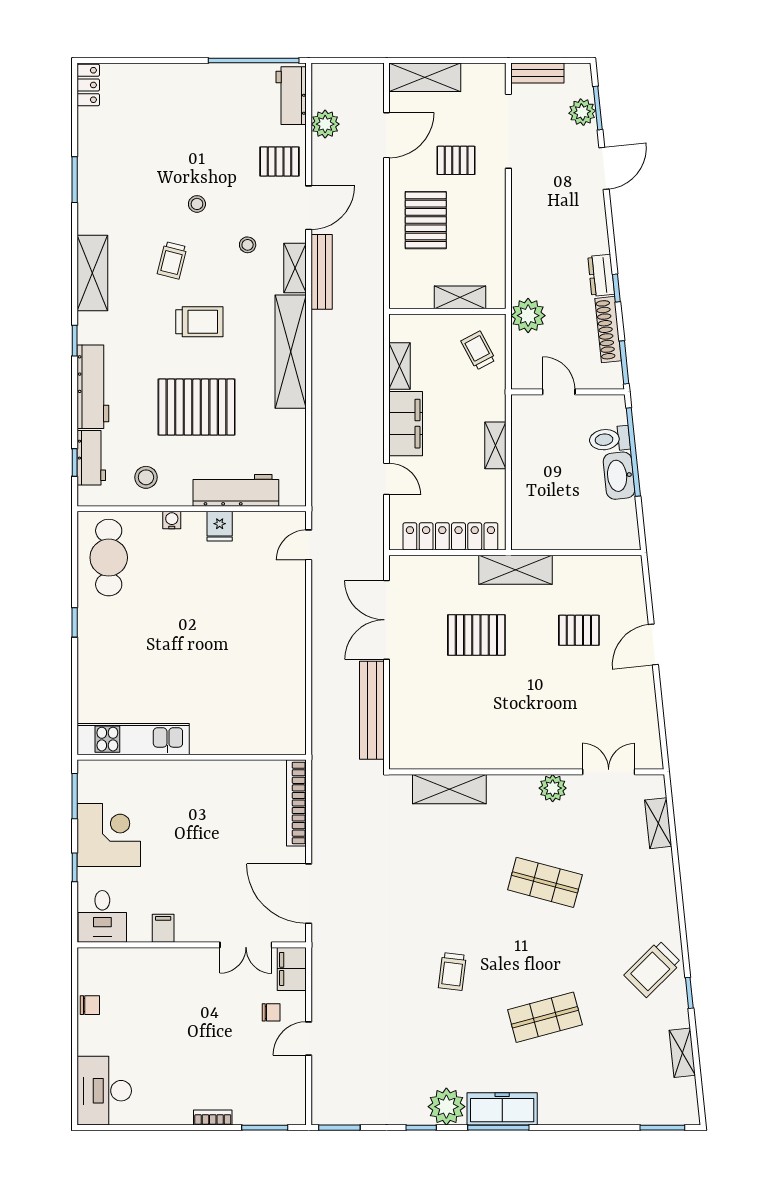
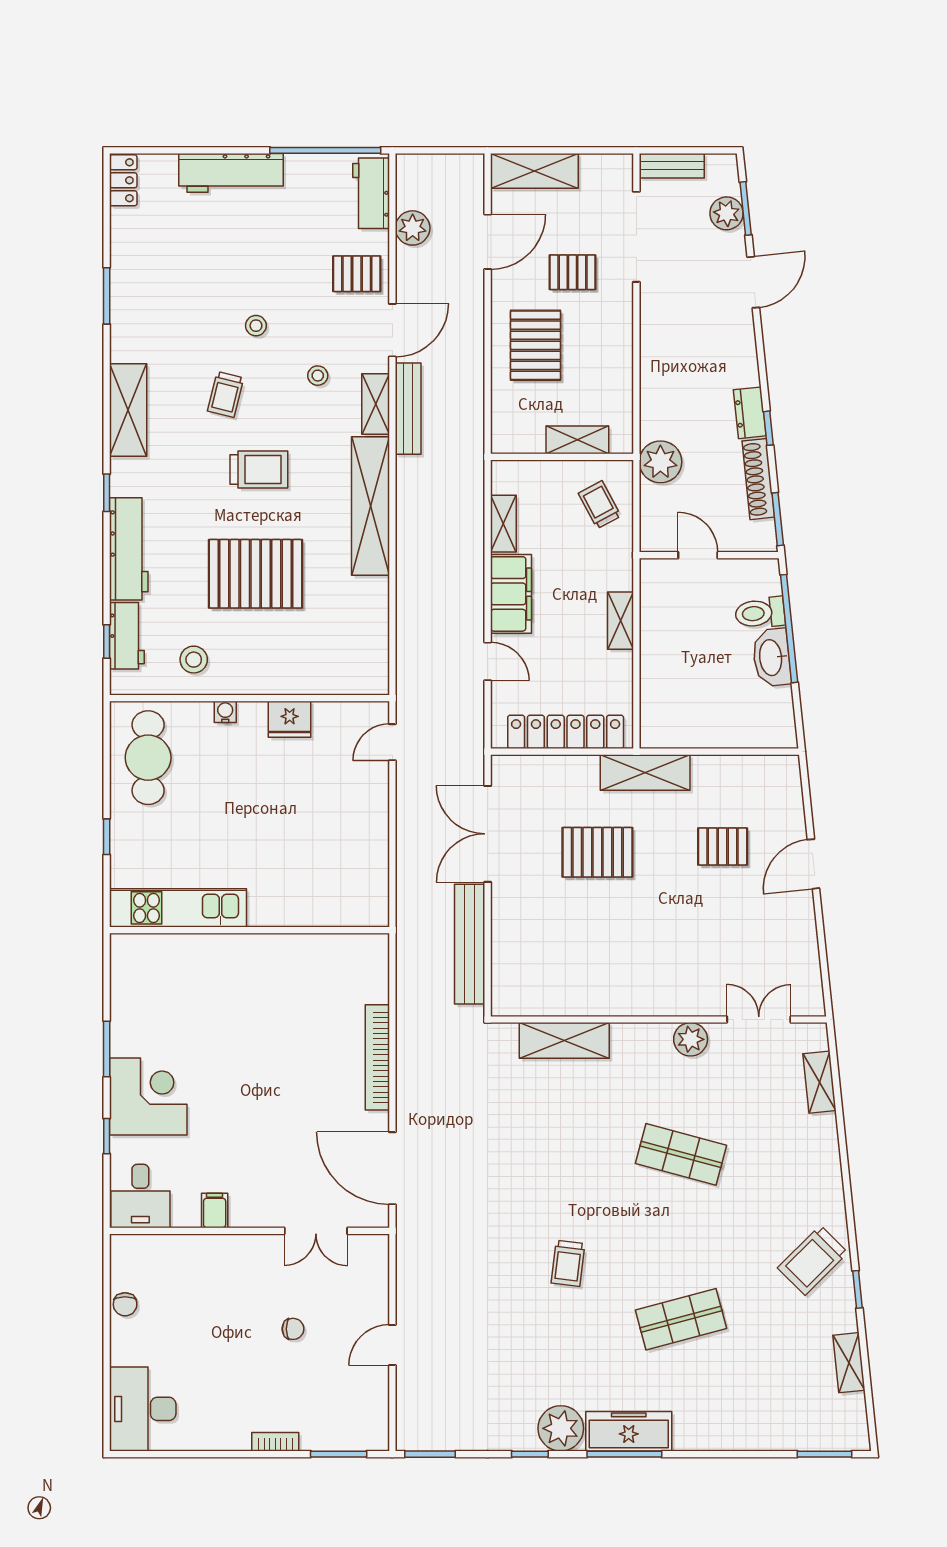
workbench: (236, 490) -> (231, 173), moved, turned 180
fridge: (220, 526) -> (290, 719), width x1.38
kitchen unit: (133, 739) -> (178, 908), moved
wall: (192, 757) -> (249, 930), moved
filing cabinet: (292, 969) -> (372, 1260), removed
chair: (90, 1005) -> (125, 1304), turned 90
chair: (271, 1012) -> (293, 1329), moved

